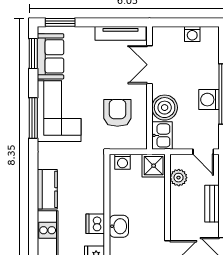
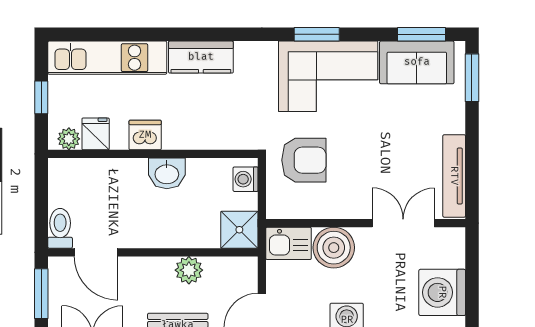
washing machine: (192, 34) -> (442, 292), width x1.89, depth x1.89
armchair: (117, 113) -> (304, 160), moved
window: (33, 118) -> (317, 34), width x0.69
plant: (179, 178) -> (189, 270), moved
washbasin: (119, 226) -> (167, 173), moved

